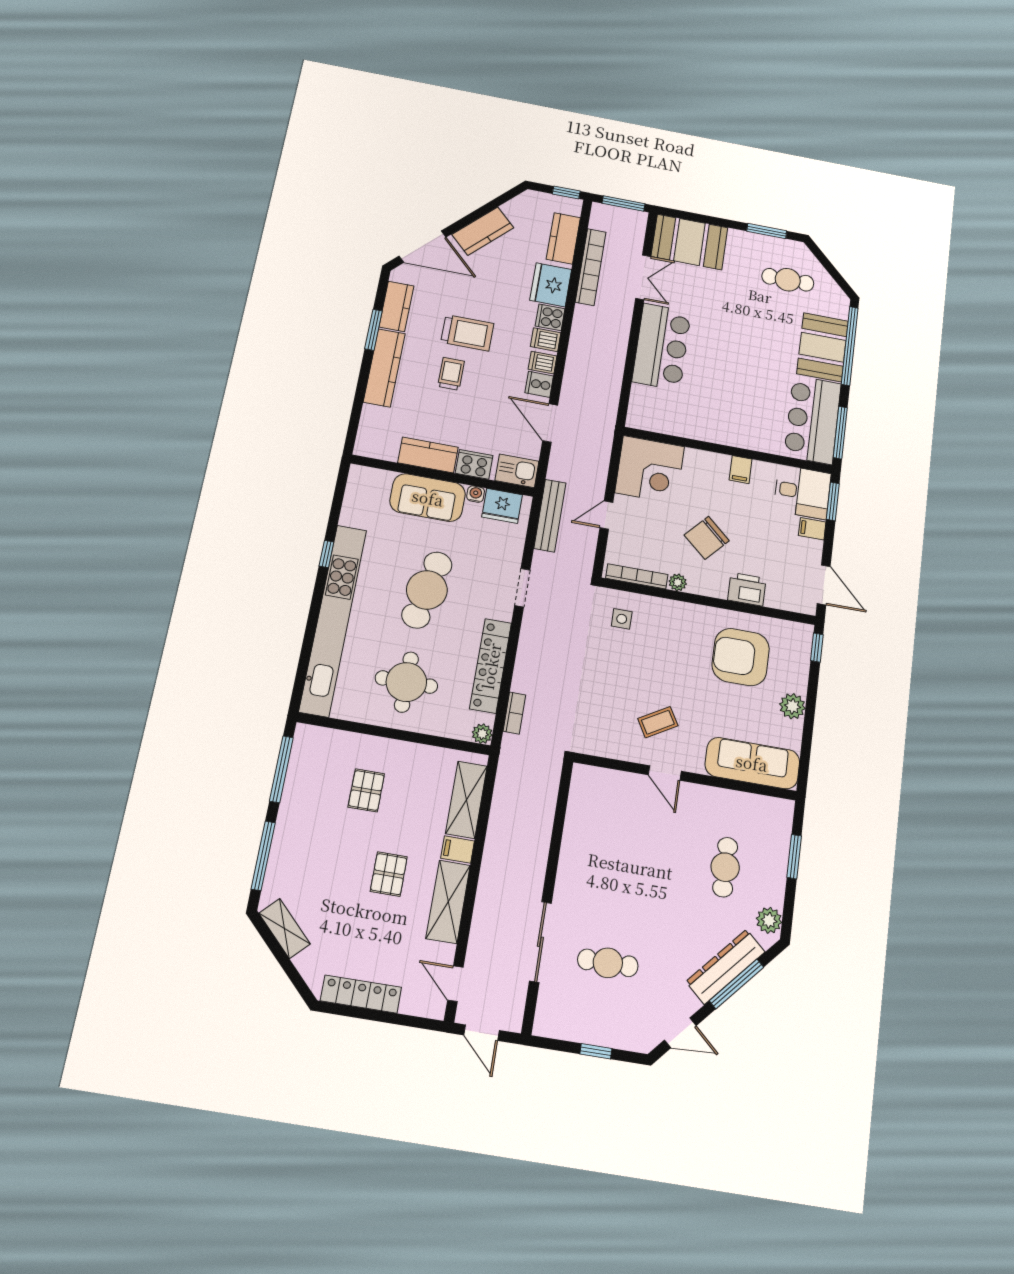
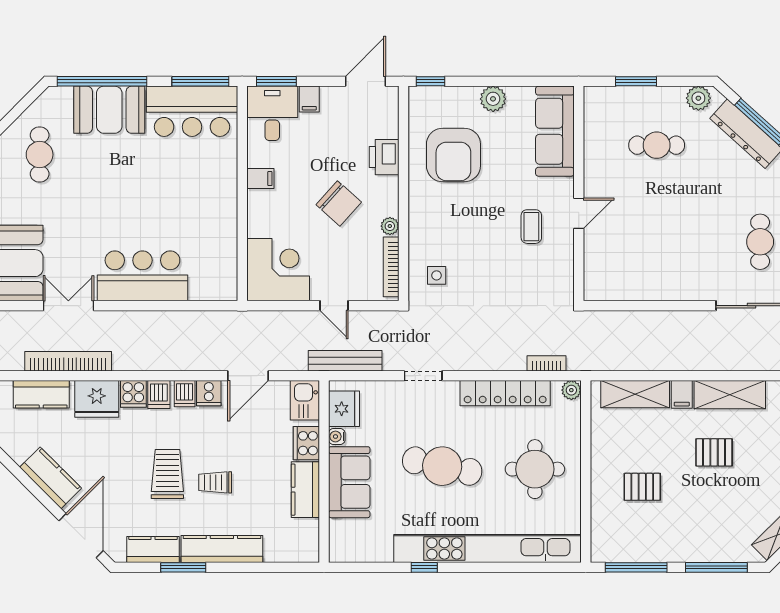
coffee table: (658, 722) -> (531, 227), turned 30

